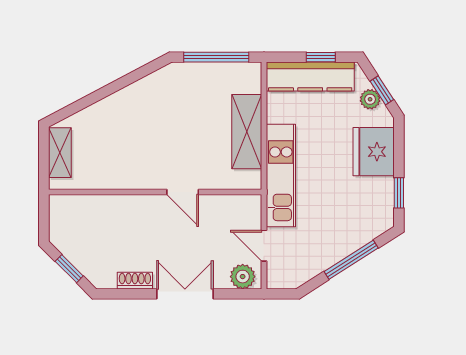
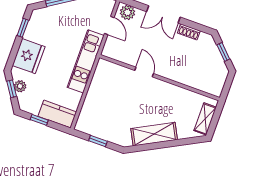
window: (216, 57) -> (98, 141), width x0.46
kitchen counter: (310, 76) -> (57, 114), width x0.67
shelving: (247, 132) -> (154, 134), moved, turned 62

